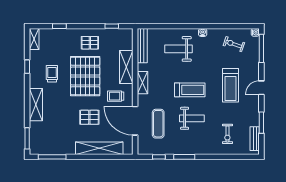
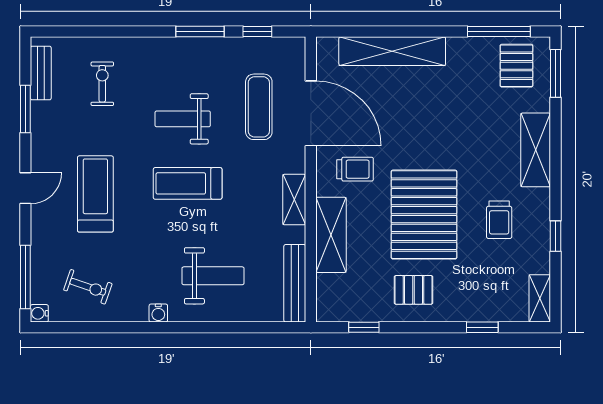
pallet: (89, 117) -> (516, 66), moved, turned 90

